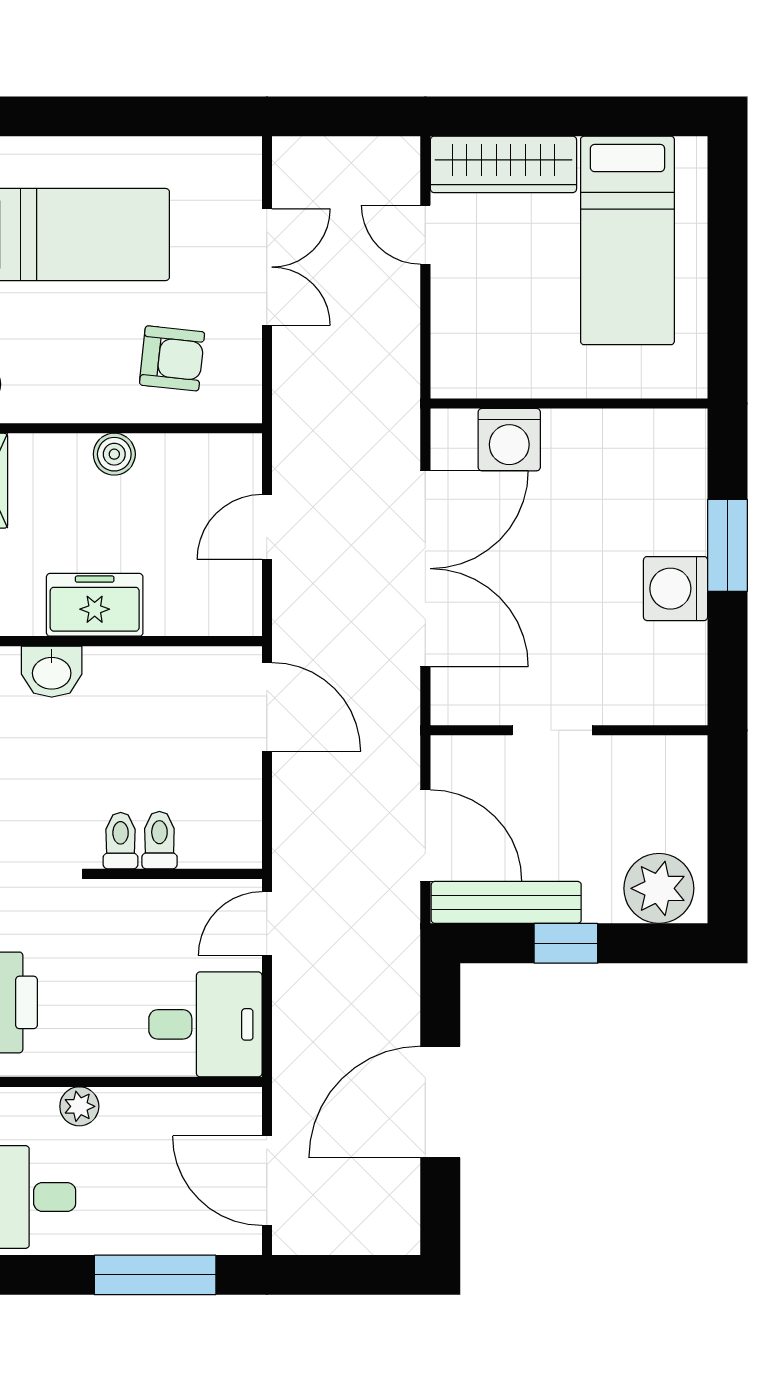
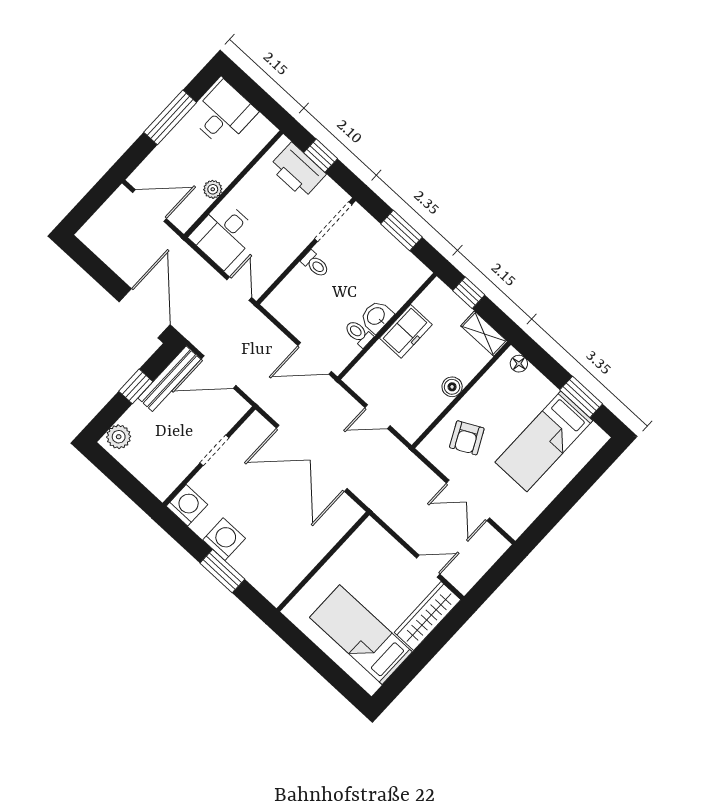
armchair: (172, 358) -> (467, 438), turned -33
washing machine: (509, 440) -> (187, 505), moved, turned 90
door: (267, 527) -> (377, 417), swing flipped
washbasin: (52, 672) -> (376, 316), moved
toilet: (159, 840) -> (359, 334), moved, turned 180
plant: (659, 888) -> (119, 437), width x0.73, depth x0.73
door: (440, 1102) -> (145, 313), moved
plant: (79, 1106) -> (213, 189), moved
window: (155, 1275) -> (170, 117), moved

